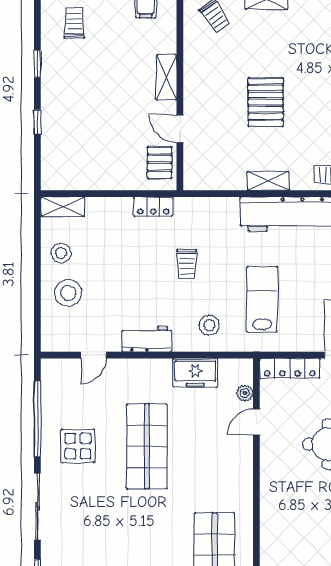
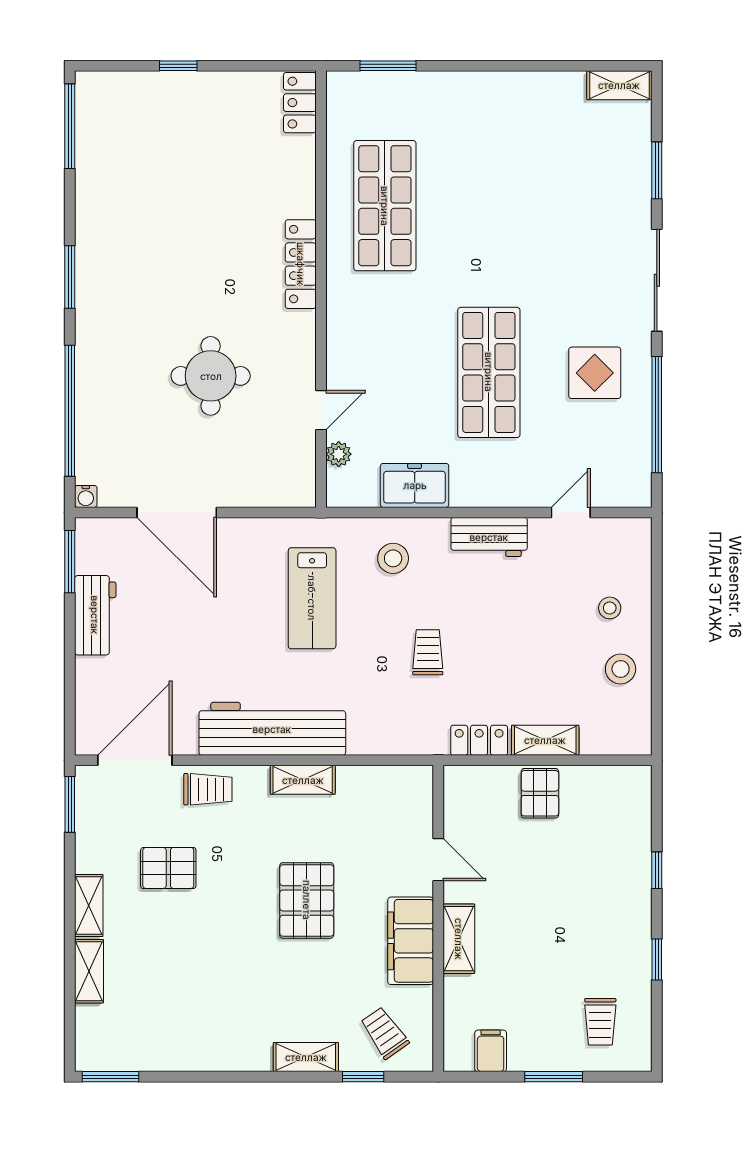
filing cabinet: (198, 76) -> (411, 941), added
pallet: (160, 163) -> (540, 793), moved
shelving: (62, 207) -> (545, 740), moved
stool: (68, 293) -> (610, 608), width x0.53, depth x0.53
locker: (290, 368) -> (301, 264), moved, turned -90

